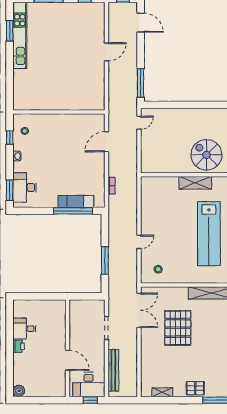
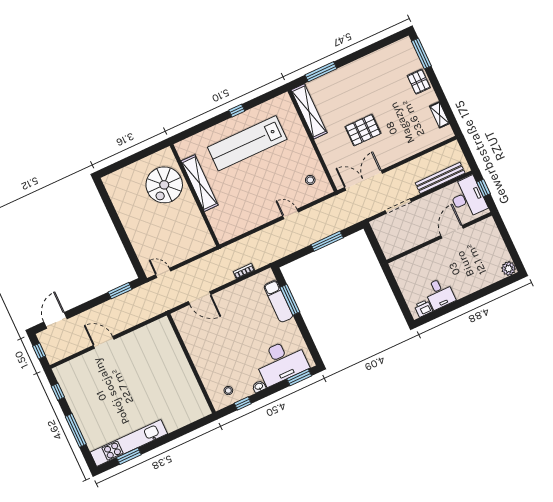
window: (141, 83) -> (120, 291), width x0.69
shelving: (195, 183) -> (200, 183), width x1.47
desk: (25, 187) -> (281, 362), width x1.36, depth x1.30
window: (73, 211) -> (290, 300), width x0.68
lab bench: (209, 234) -> (247, 143), turned 180
pallet: (178, 328) -> (363, 130), width x0.73, depth x0.71
printer: (19, 346) -> (423, 308), moved

